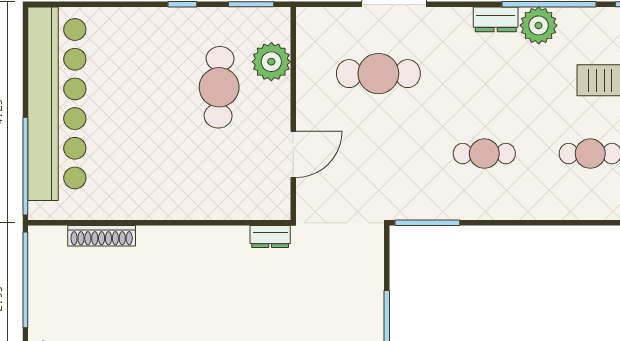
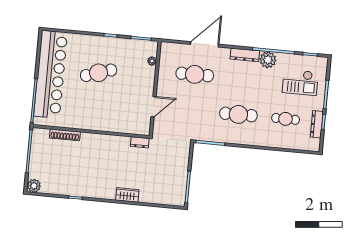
dresser: (496, 19) -> (245, 55), width x1.44
plant: (271, 62) -> (152, 61), width x0.53, depth x0.53
cafe table: (219, 87) -> (99, 73), moved, turned 70
cafe table: (484, 154) -> (238, 114), width x1.37, depth x1.35

